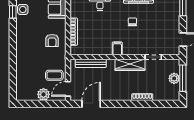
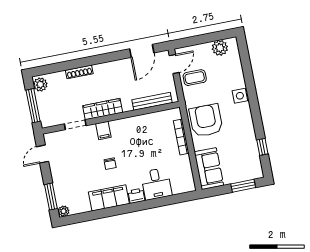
side table: (23, 10) -> (240, 96), moved
armchair: (52, 41) -> (206, 120), width x1.88, depth x1.88
filing cabinet: (117, 48) -> (103, 130), moved
plant: (174, 78) -> (40, 84), moved
plant: (43, 94) -> (220, 48), moved

